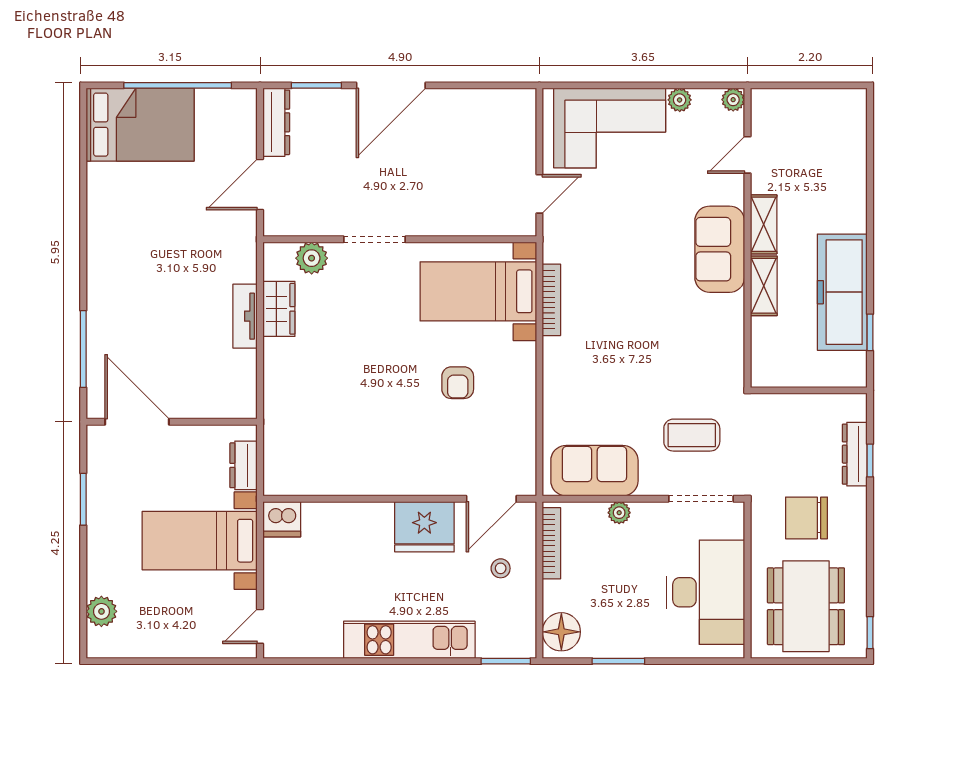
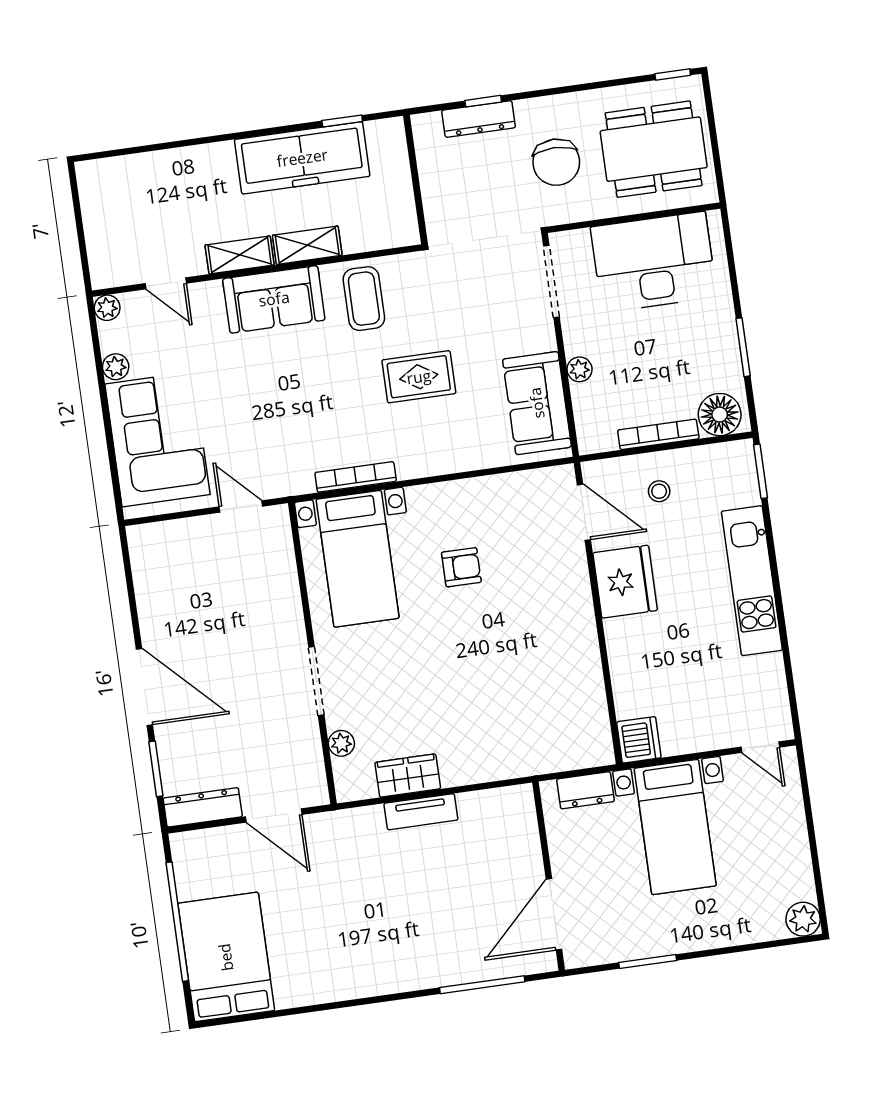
plant: (312, 258) -> (341, 743), width x0.73, depth x0.73
rug: (633, 369) -> (419, 377), added
coffee table: (692, 435) -> (364, 299), moved
bookcase: (551, 543) -> (658, 434), moved
plant: (101, 611) -> (803, 919), moved

